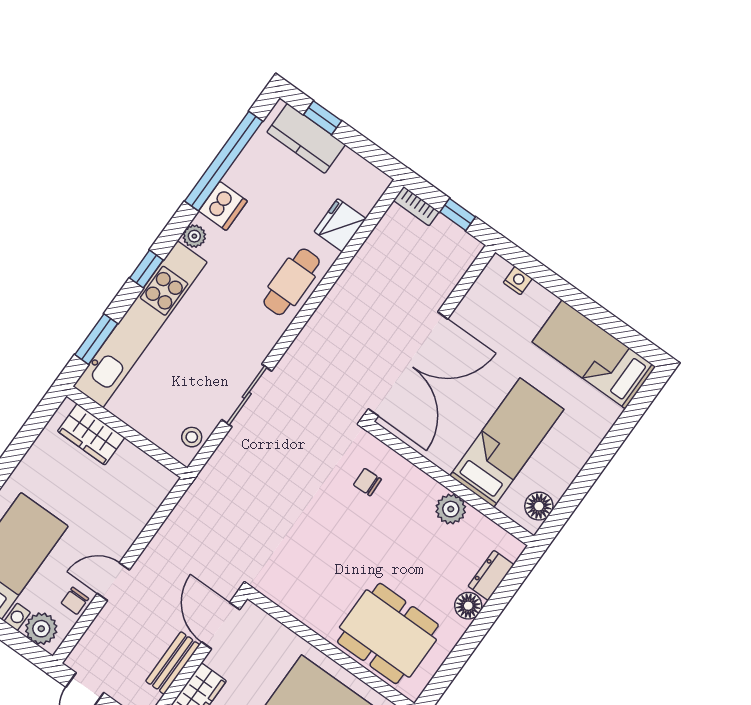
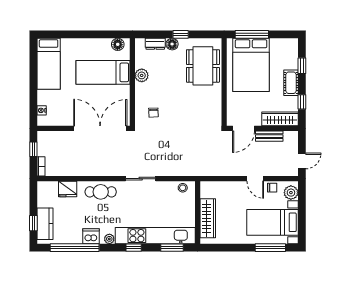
sliding door: (247, 395) -> (141, 179), moved
wardrobe: (91, 434) -> (208, 218), width x1.50
window: (475, 634) -> (181, 34), added

